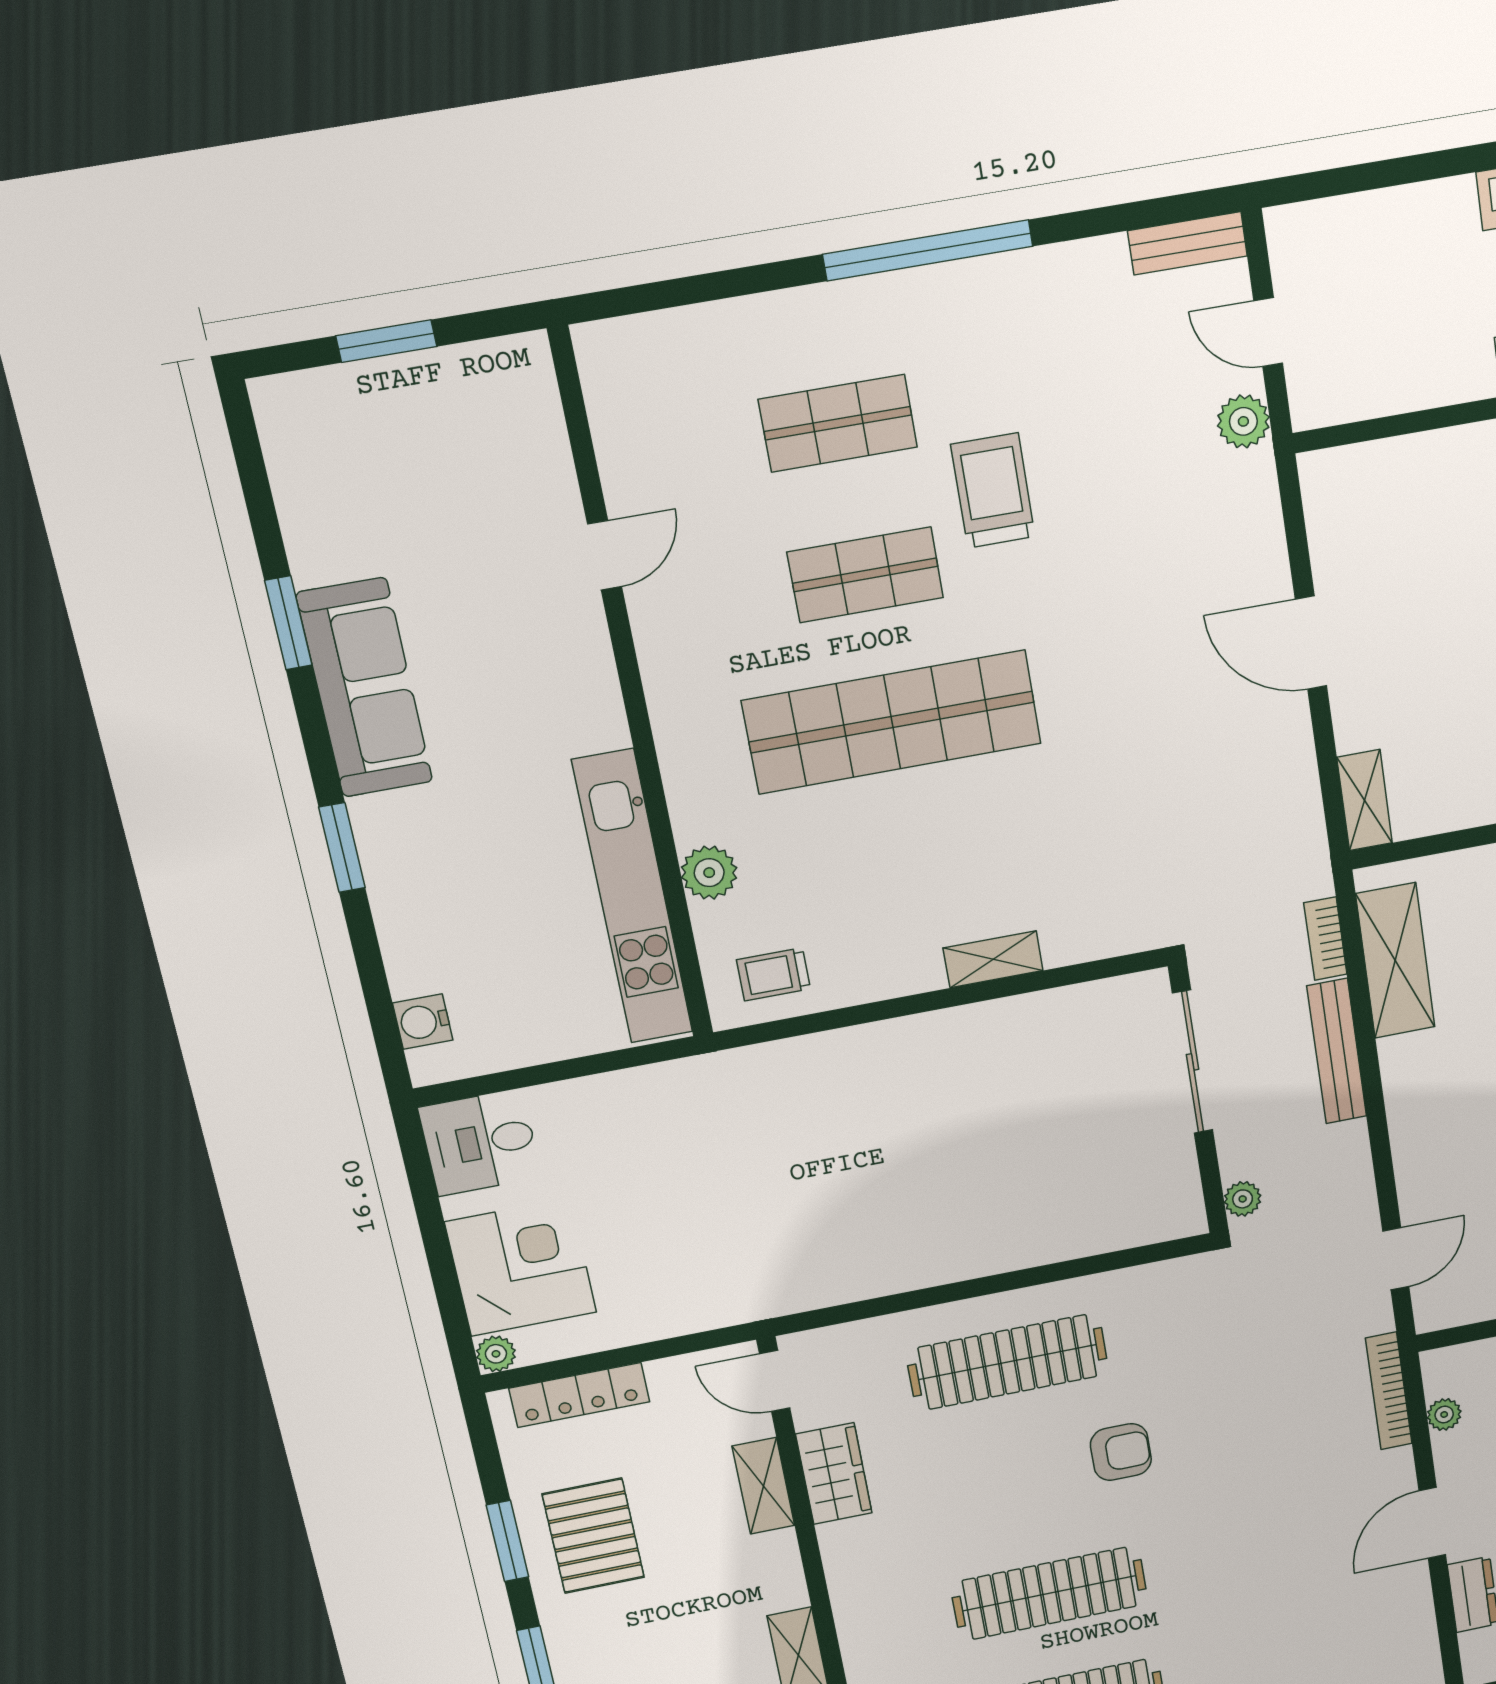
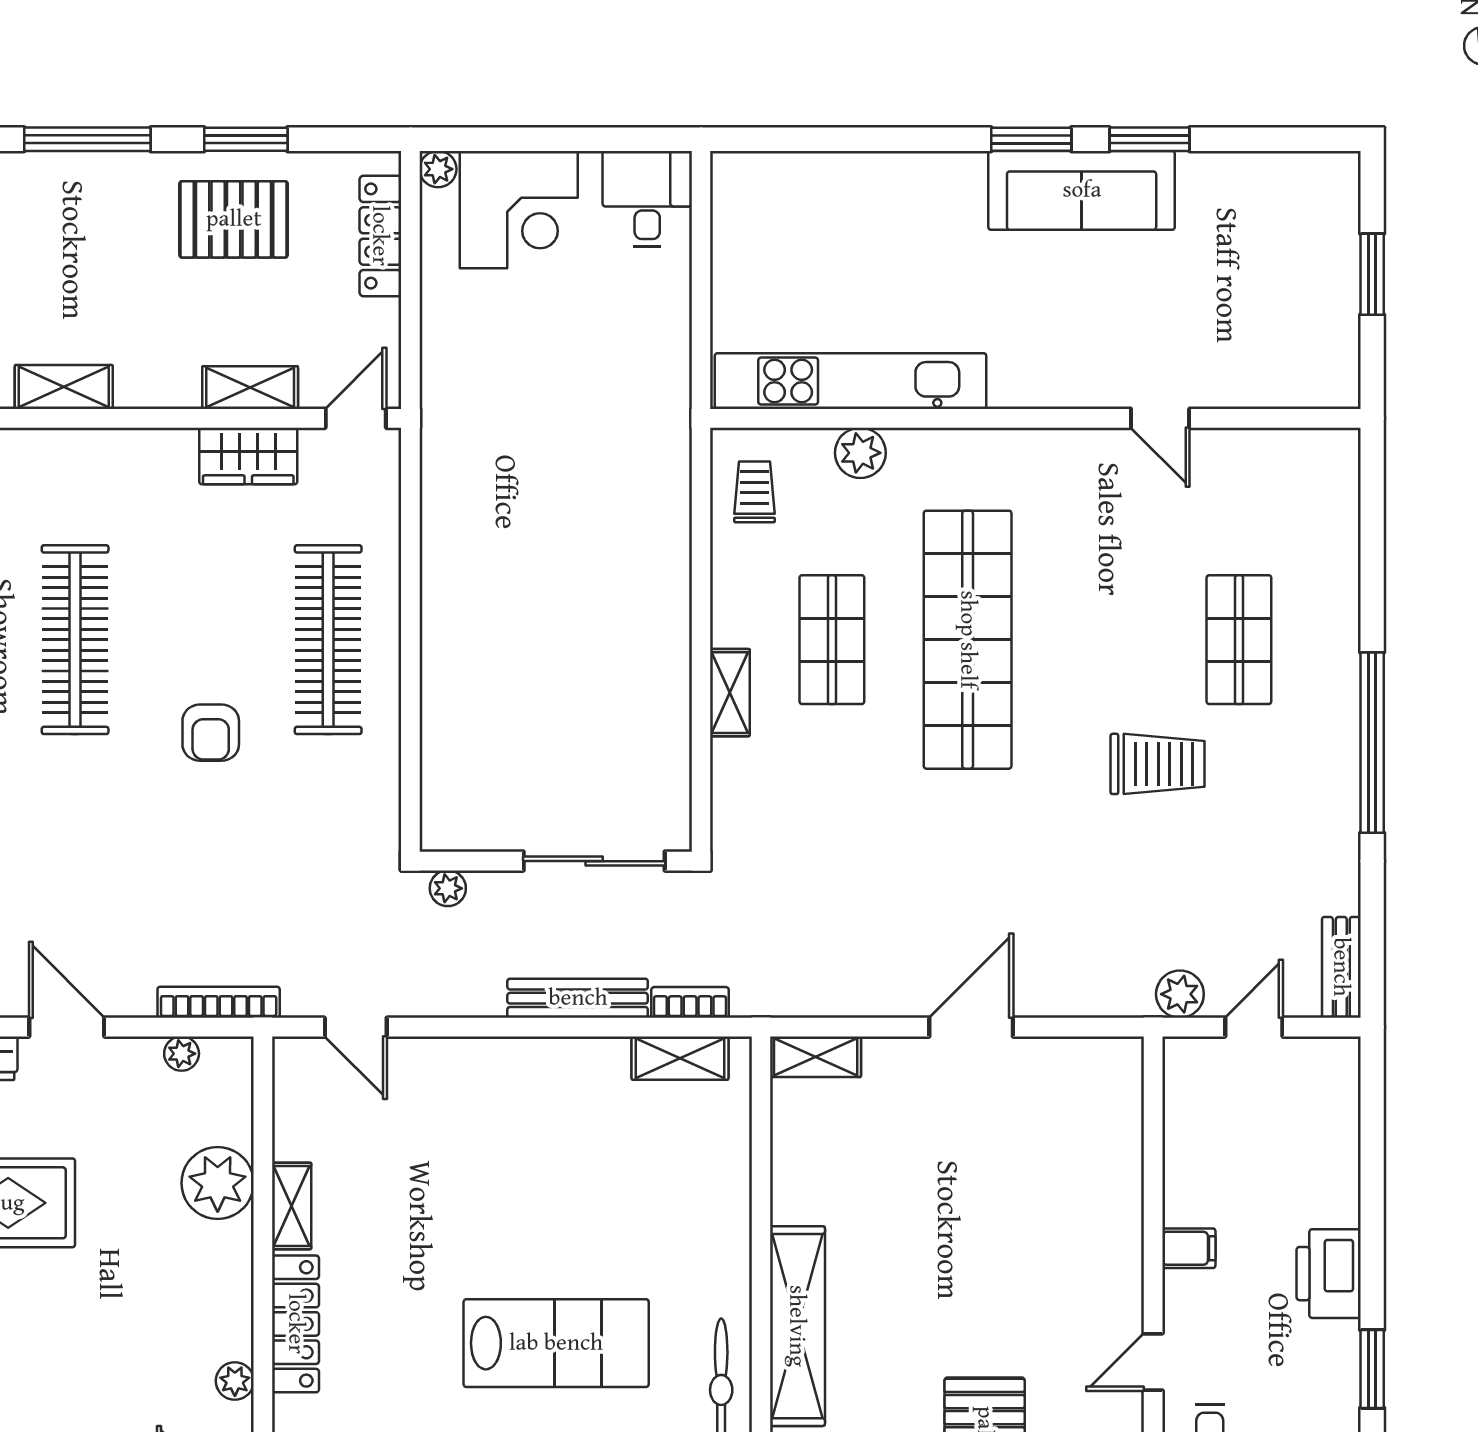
shop shelf: (865, 575) -> (832, 640), moved
window: (342, 847) -> (1031, 139), moved
shelving: (1395, 961) -> (680, 1058), width x0.67, depth x0.75
water cooler: (423, 1022) -> (771, 173), removed

